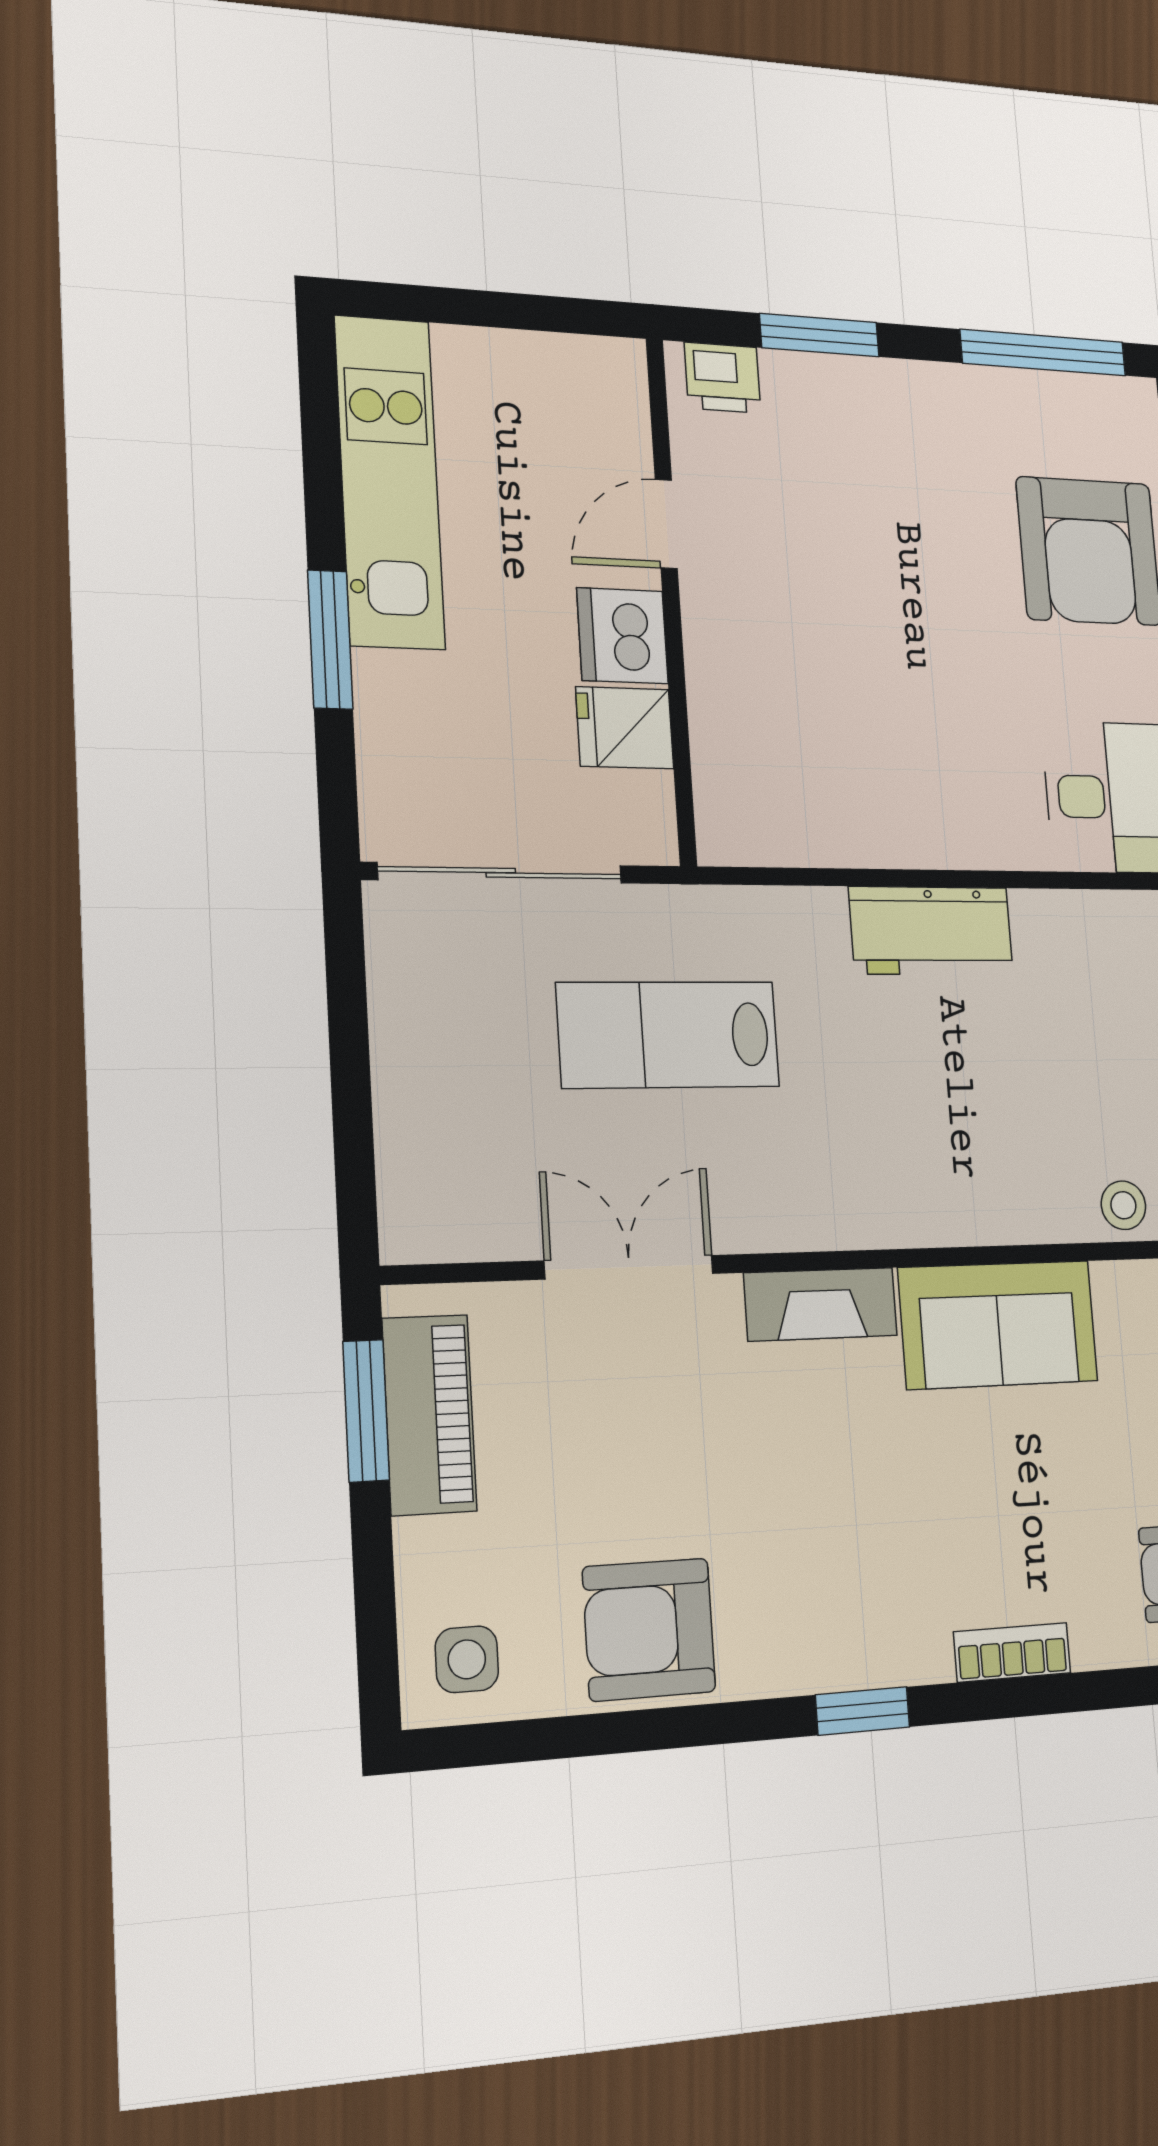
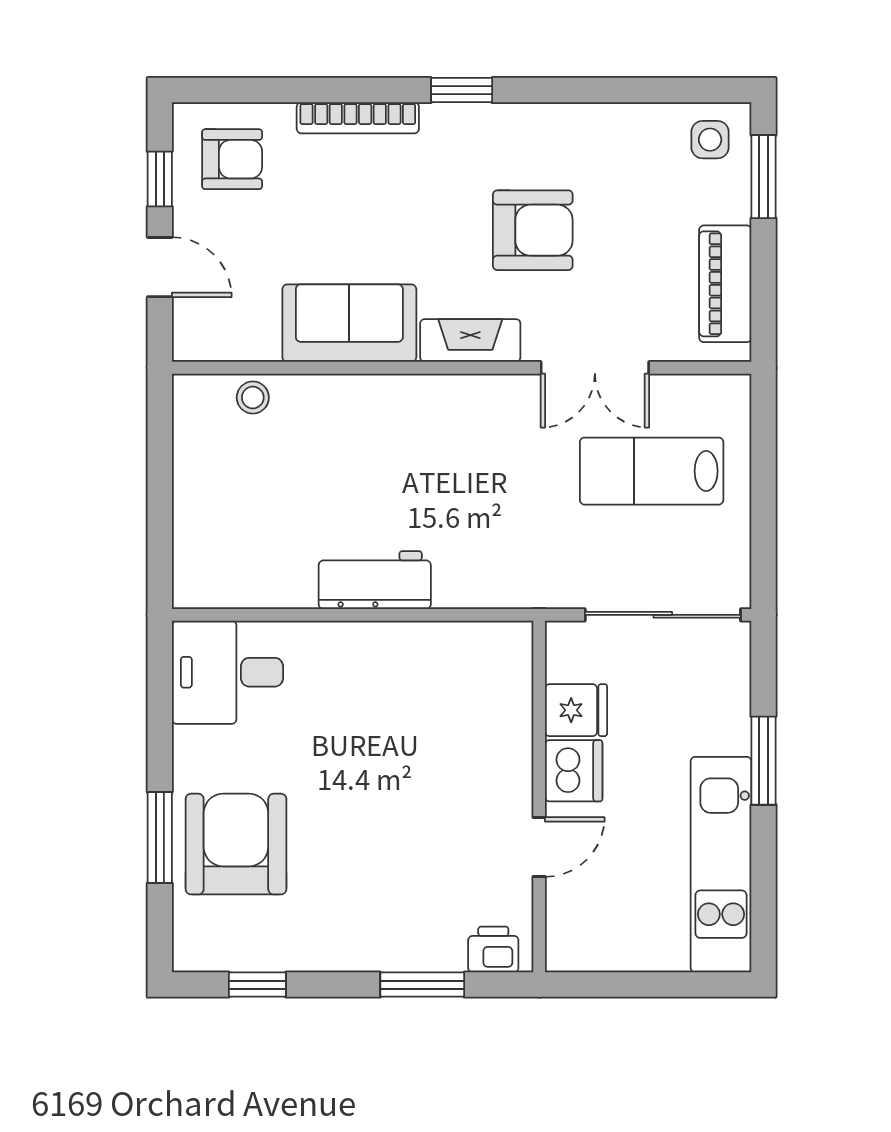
window: (1043, 353) -> (257, 985), width x0.46
lab bench: (668, 1035) -> (652, 471), moved, turned 180
window: (366, 1411) -> (764, 177), moved
armchair: (649, 1629) -> (533, 230), moved
bookcase: (1012, 1652) -> (358, 118), width x1.56

